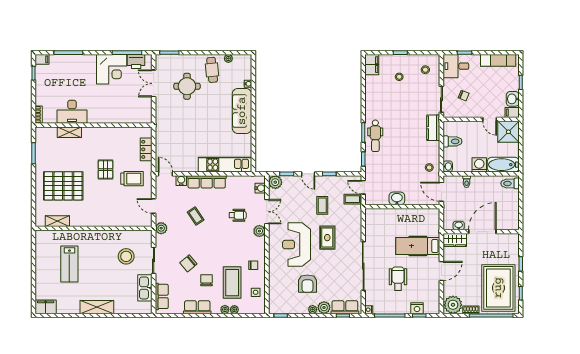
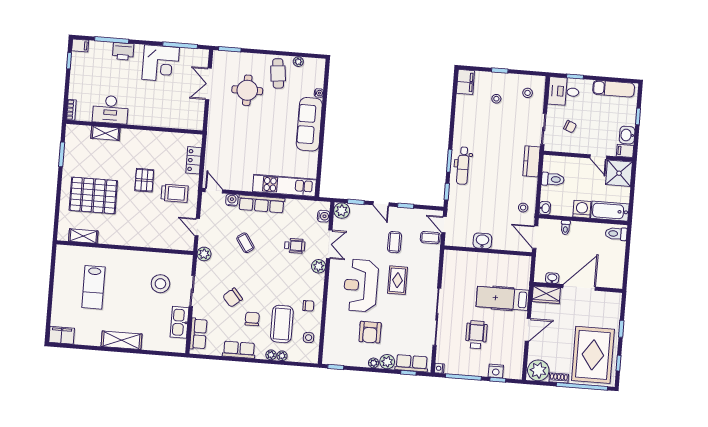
printer: (136, 61) -> (123, 51), moved

